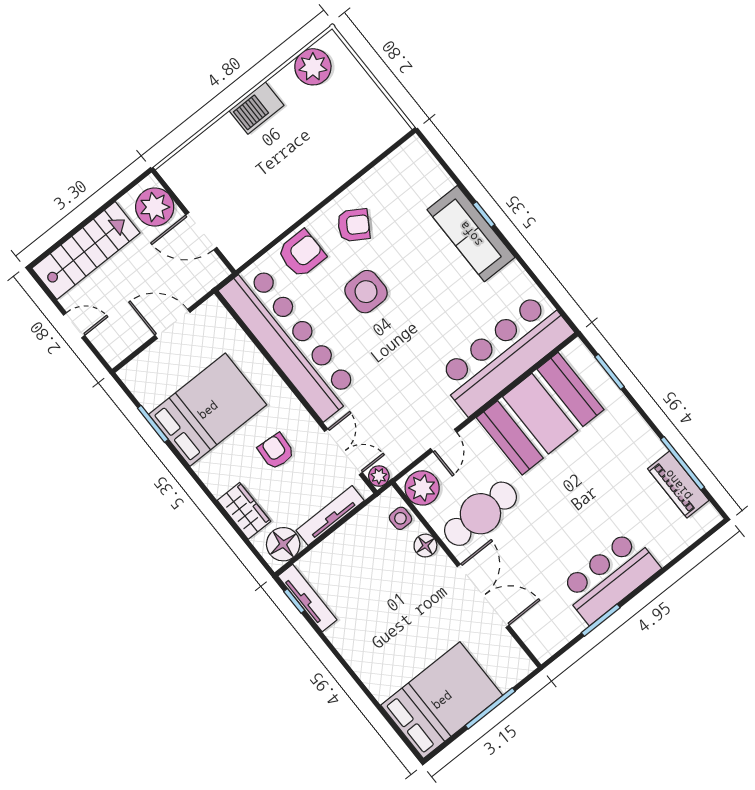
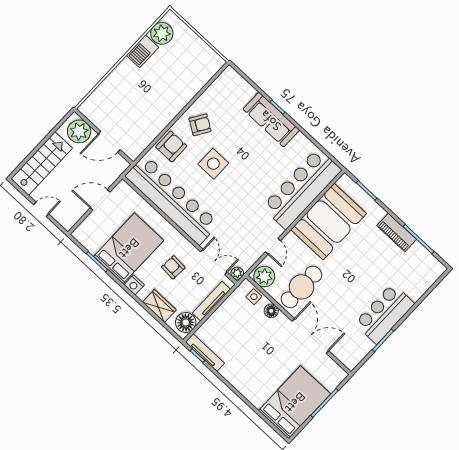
barbecue: (256, 108) -> (143, 51), moved
nightstand: (208, 470) -> (134, 285), added
piano: (678, 485) -> (397, 232), moved

